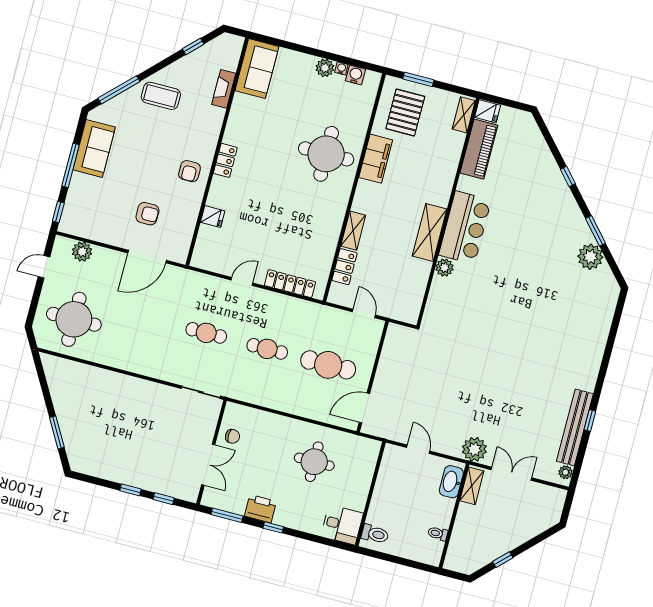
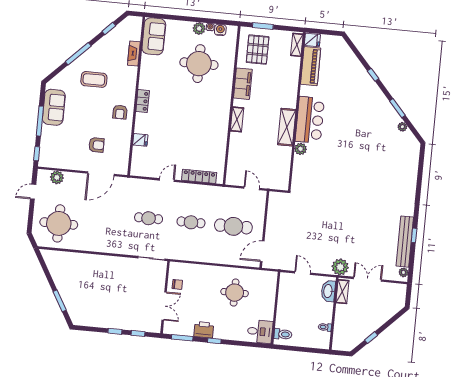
window: (119, 90) -> (78, 54), moved
coffee table: (161, 96) -> (94, 79), moved
round table: (326, 154) -> (199, 64), moved
shelving: (353, 231) -> (237, 119), moved
plant: (590, 257) -> (402, 127), width x0.53, depth x0.53
locker: (344, 267) -> (234, 159), removed

